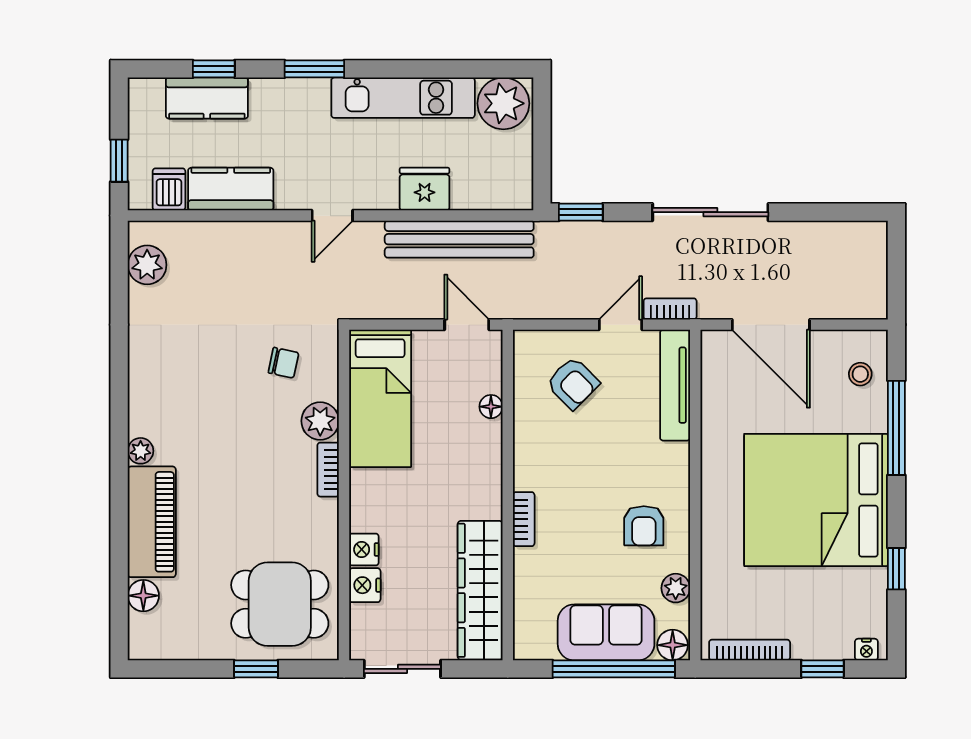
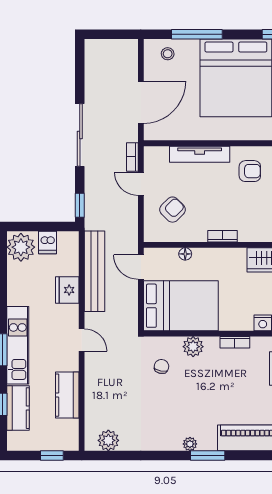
kitchen unit: (403, 98) -> (18, 345), moved
dishwasher: (169, 189) -> (47, 242), moved, turned -90
door: (467, 325) -> (141, 267), hinge flipped
tv unit: (675, 385) -> (200, 154), moved
bed: (380, 398) -> (181, 306), width x1.50
window: (119, 448) -> (208, 456), added
plant: (141, 451) -> (190, 444), moved
bookcase: (328, 470) -> (235, 342), moved
bookcase: (524, 519) -> (222, 236), moved

